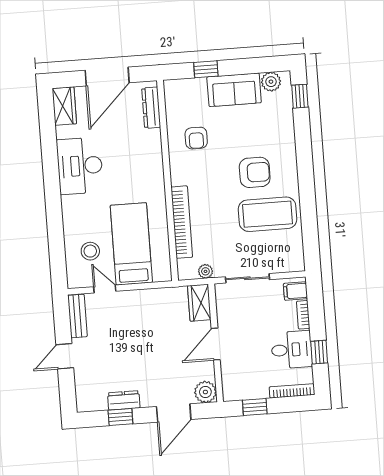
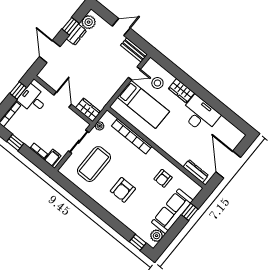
sofa: (234, 90) -> (172, 211), width x1.36
wardrobe: (64, 106) -> (181, 91), moved
armchair: (196, 138) -> (163, 178), turned -90
coffee table: (268, 214) -> (94, 164), moved
desk: (292, 350) -> (33, 99), moved, turned 90
door: (65, 356) -> (121, 27), hinge flipped
plant: (205, 392) -> (89, 22), moved

